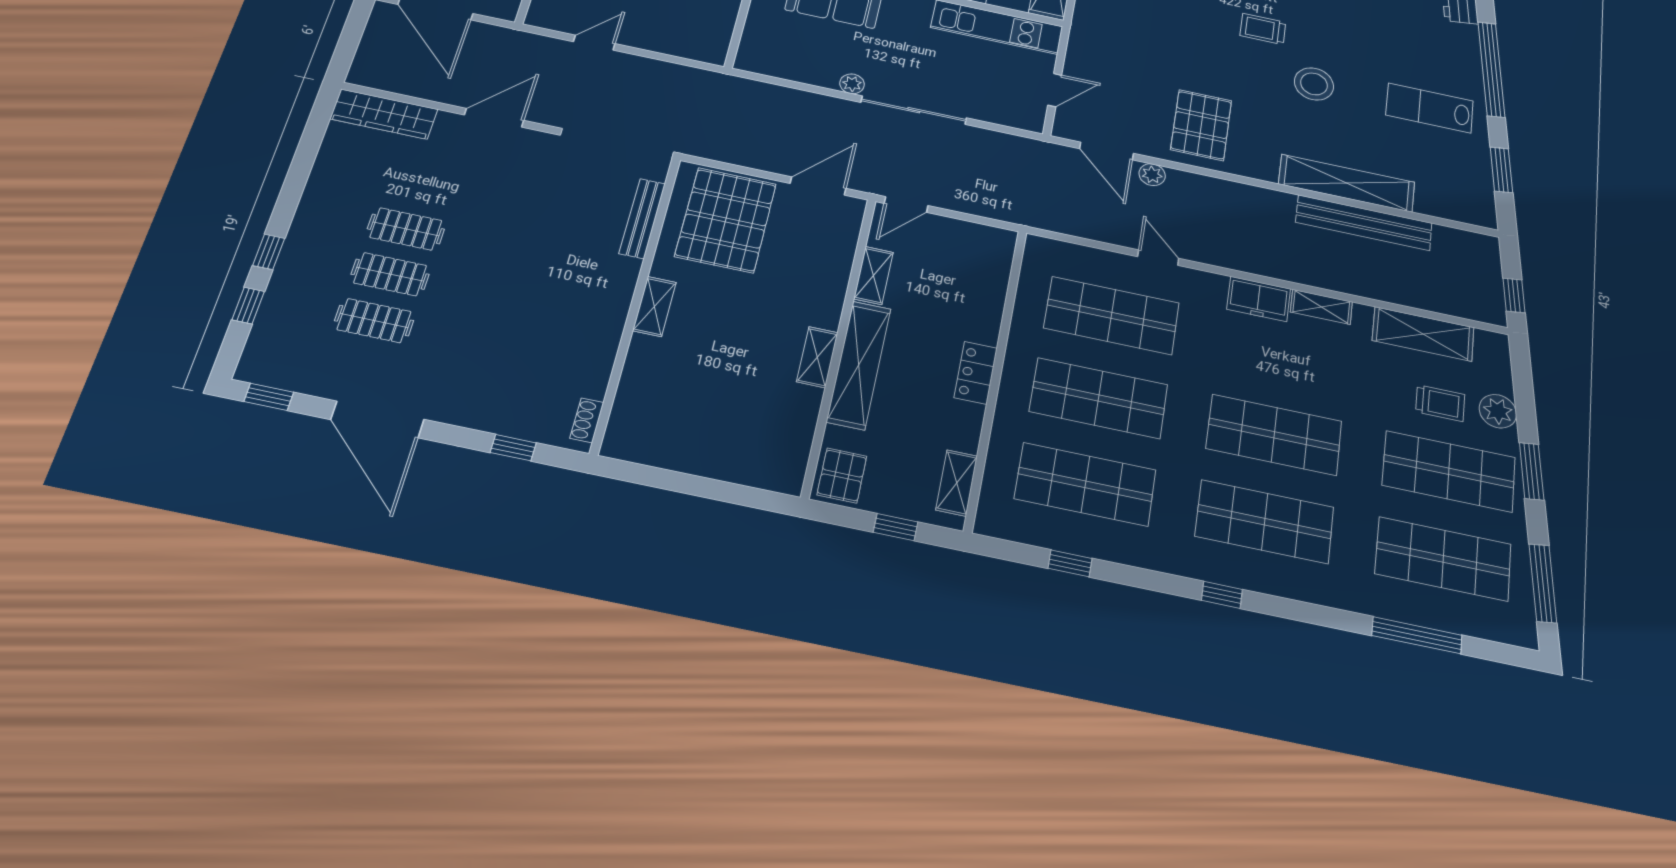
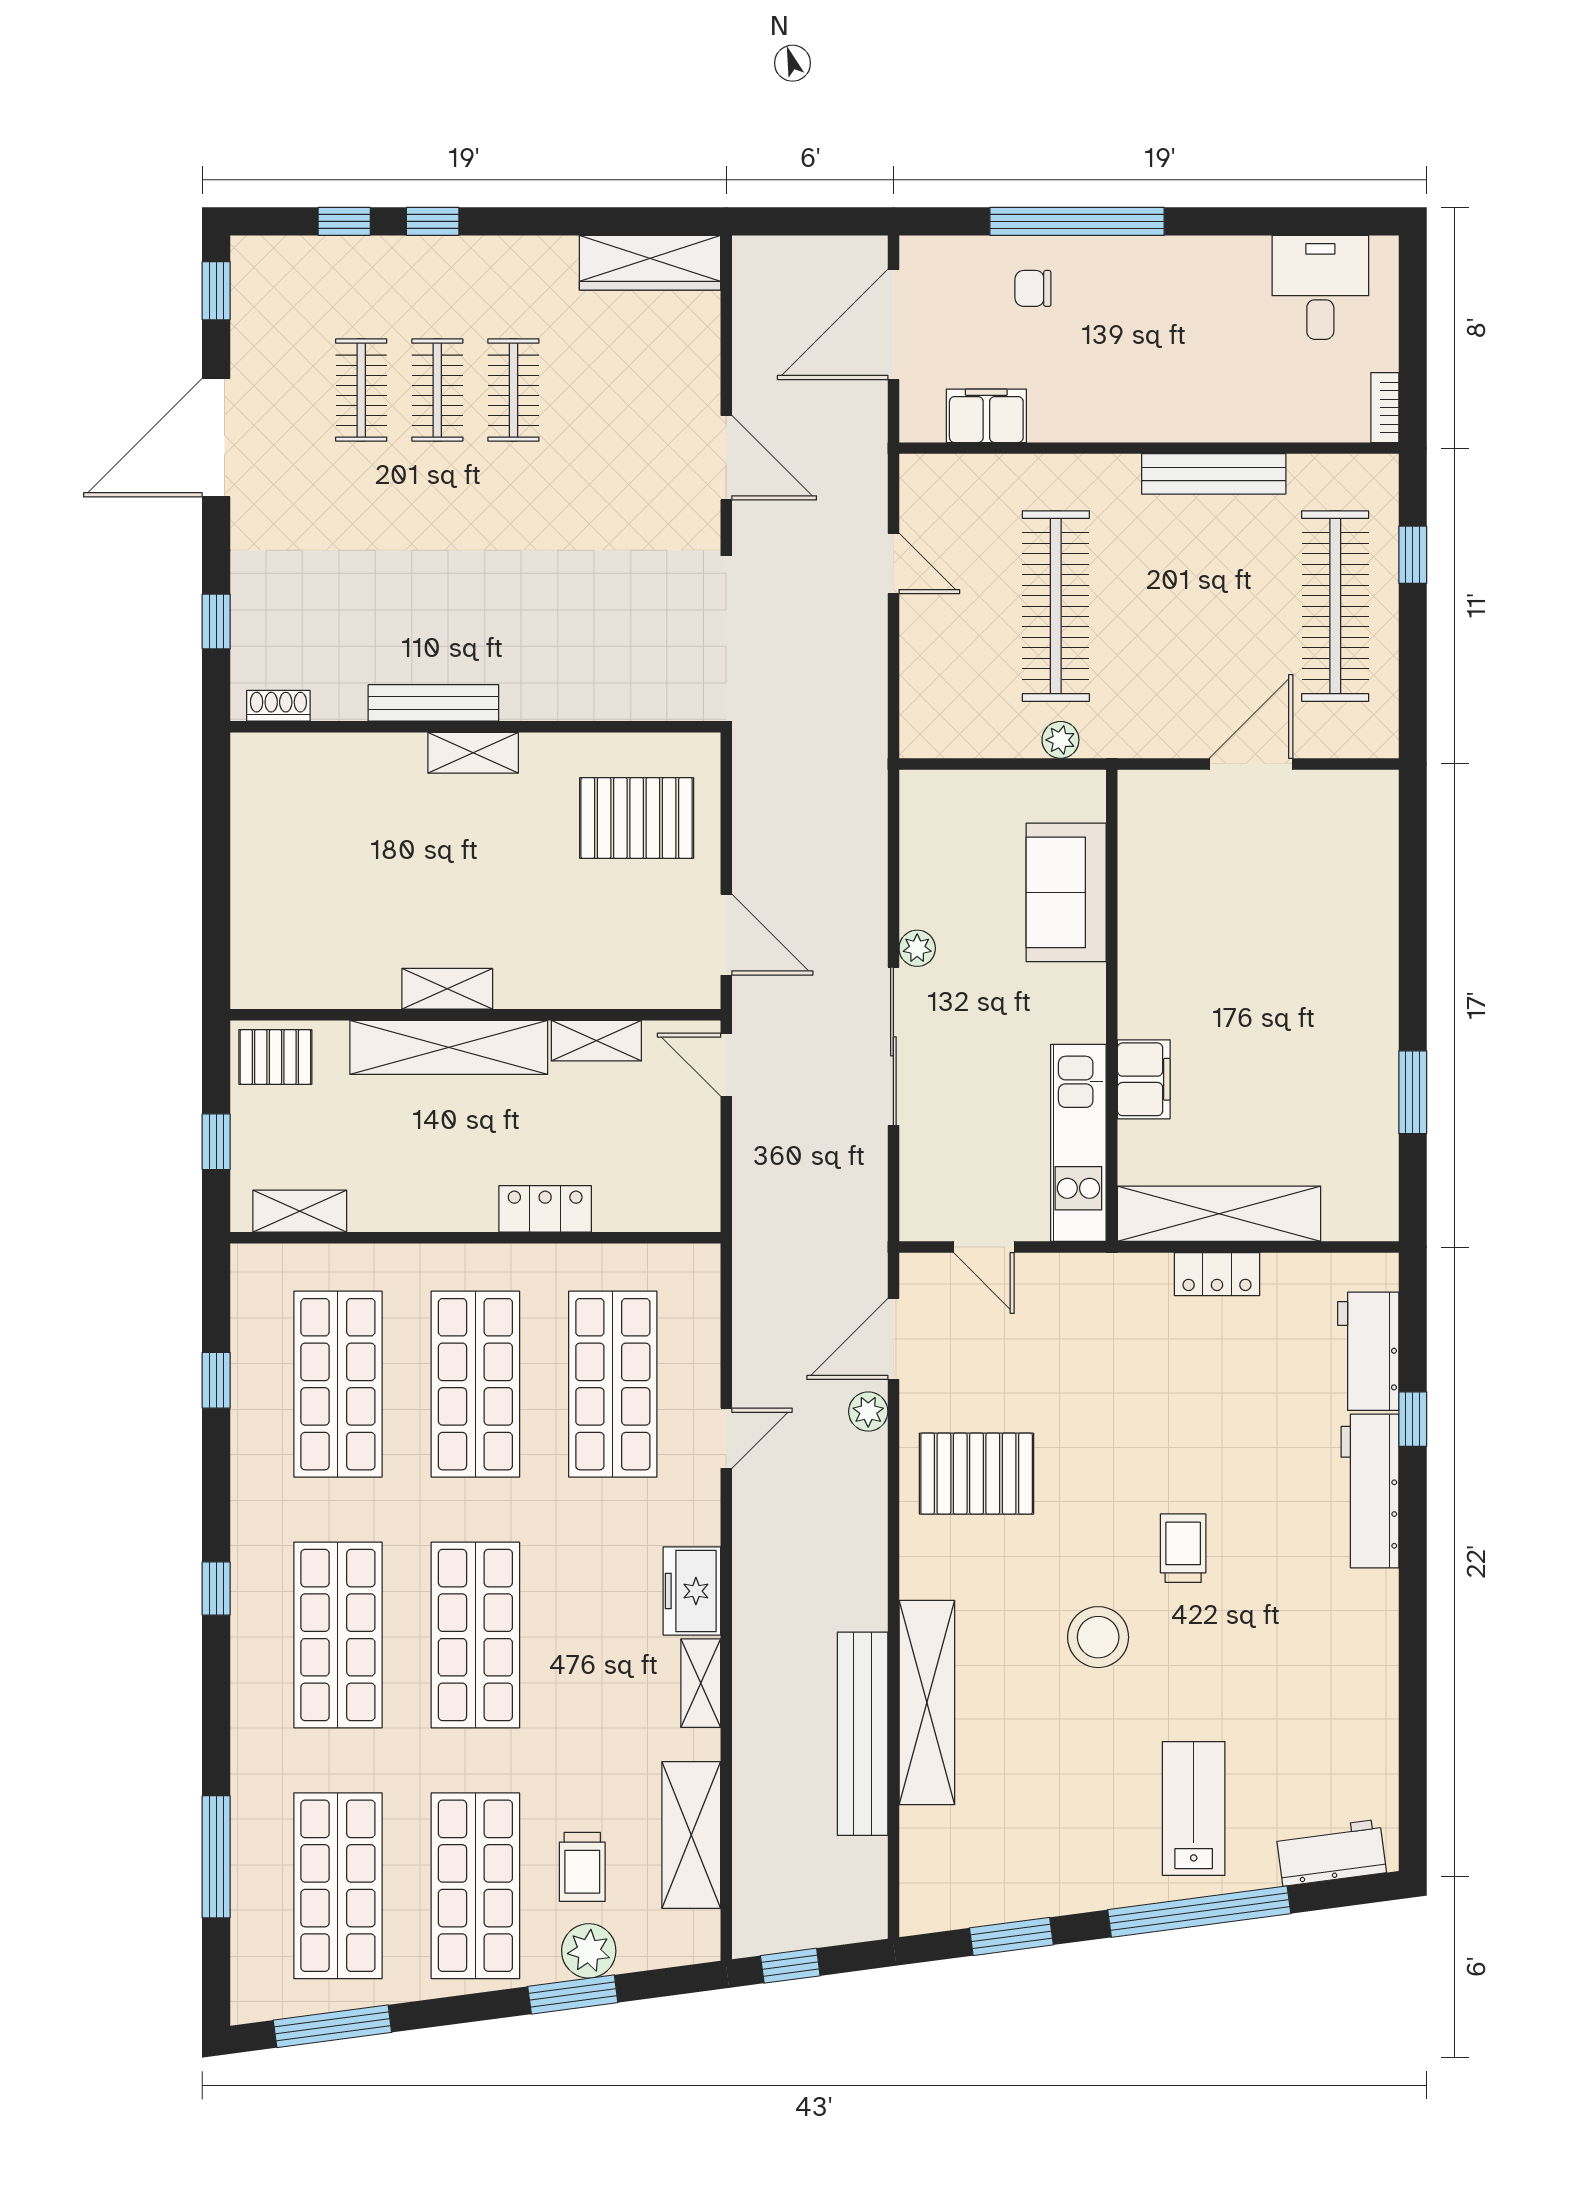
lab bench: (1430, 108) -> (1194, 1808), moved
wardrobe: (384, 114) -> (650, 263), moved, turned -90
bench: (642, 218) -> (433, 703), moved
pallet: (726, 220) -> (637, 818), width x0.73, depth x0.71
locker: (976, 373) -> (545, 1209), moved
window: (1532, 471) -> (573, 1994), moved

